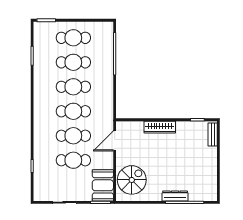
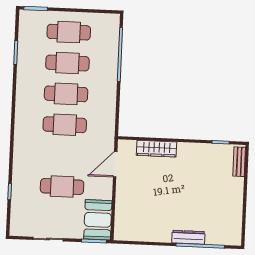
wardrobe: (160, 127) -> (157, 149), moved
cafe table: (73, 136) -> (63, 156), removed
spiral stairs: (132, 180) -> (135, 215), removed

